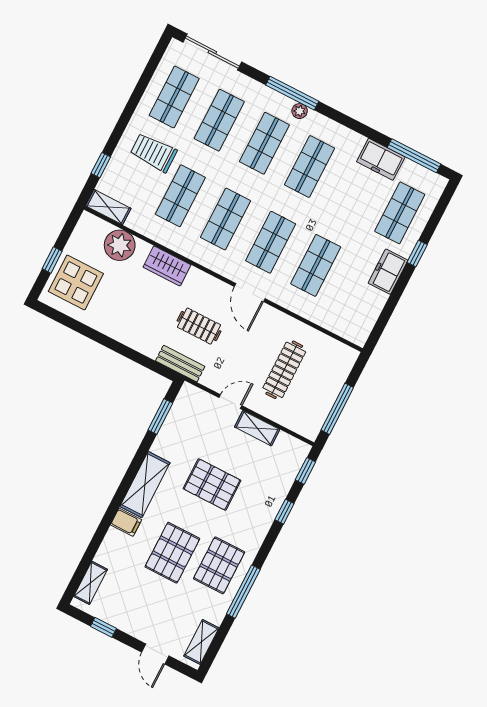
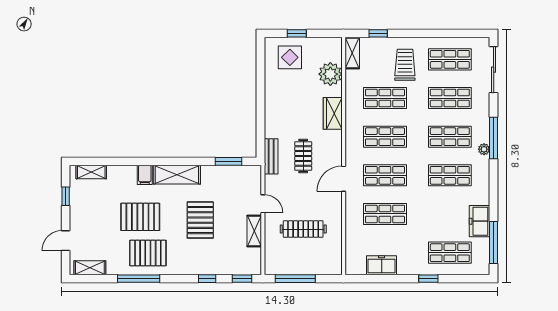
freezer: (388, 272) -> (382, 265), moved
display table: (76, 282) -> (290, 57), width x0.73, depth x0.73

